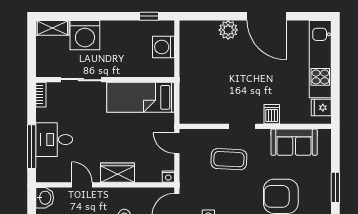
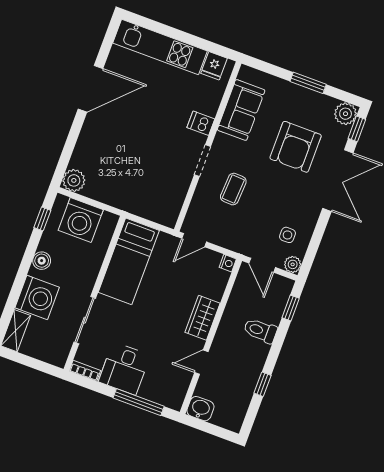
boiler: (116, 28) -> (42, 261), added
plant: (228, 30) -> (74, 180), moved
washing machine: (163, 47) -> (81, 220), width x1.37, depth x1.37
desk: (54, 140) -> (124, 369), moved
coffee table: (229, 159) -> (233, 189), width x0.73, depth x0.77

